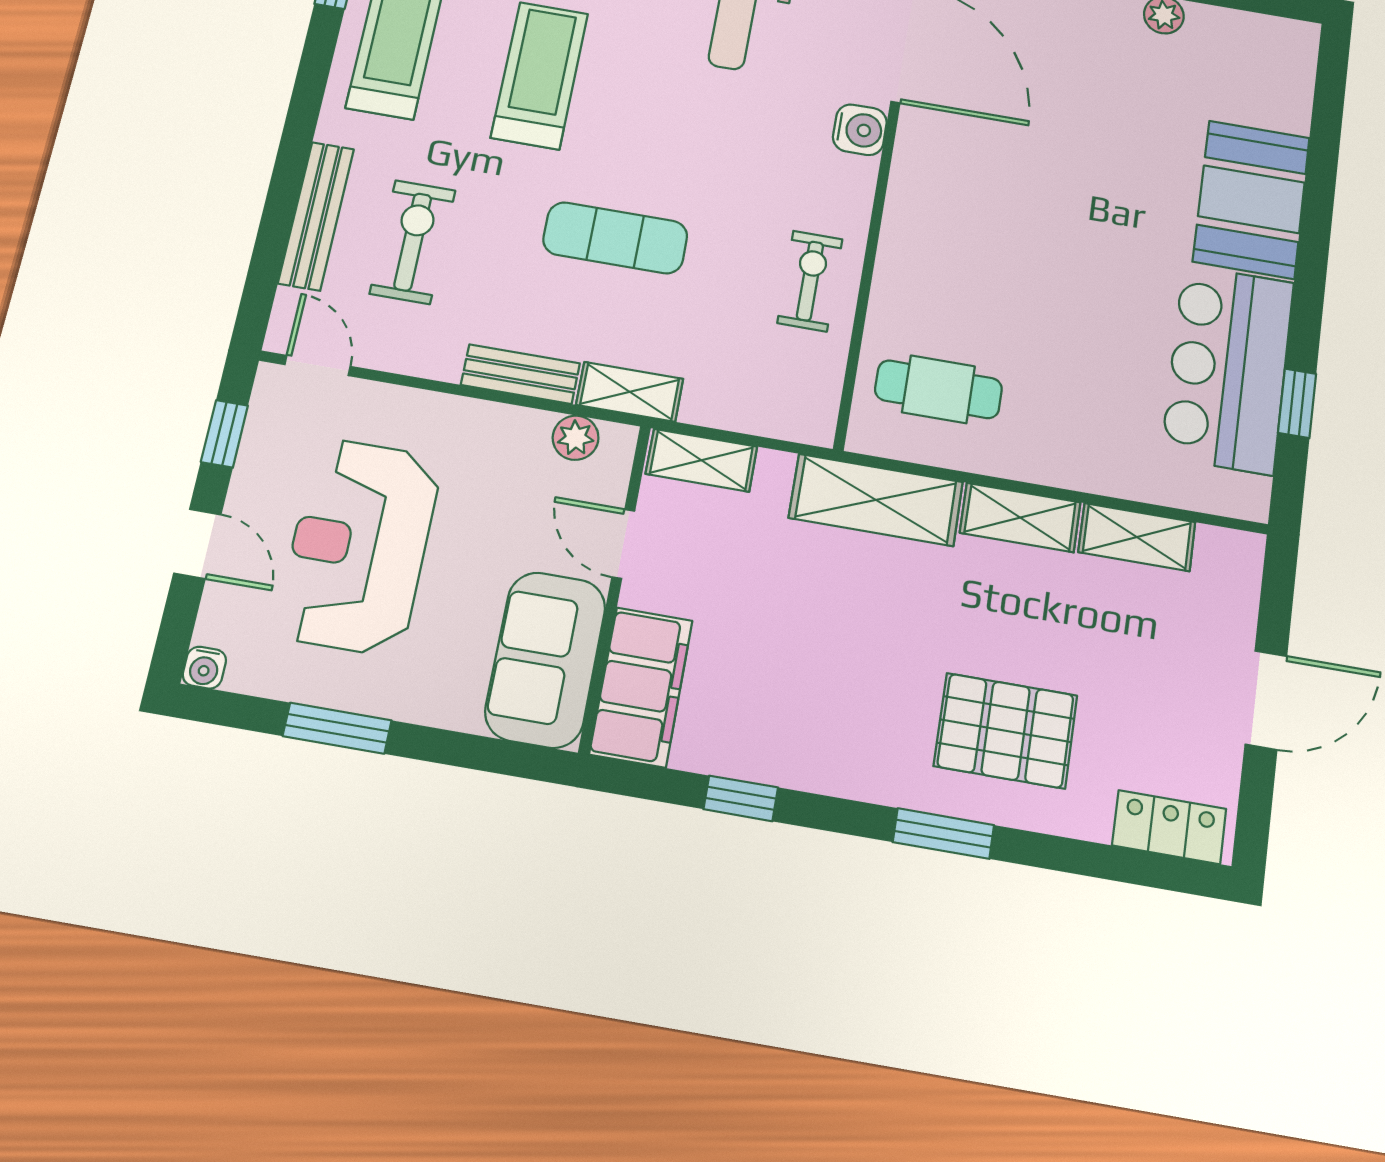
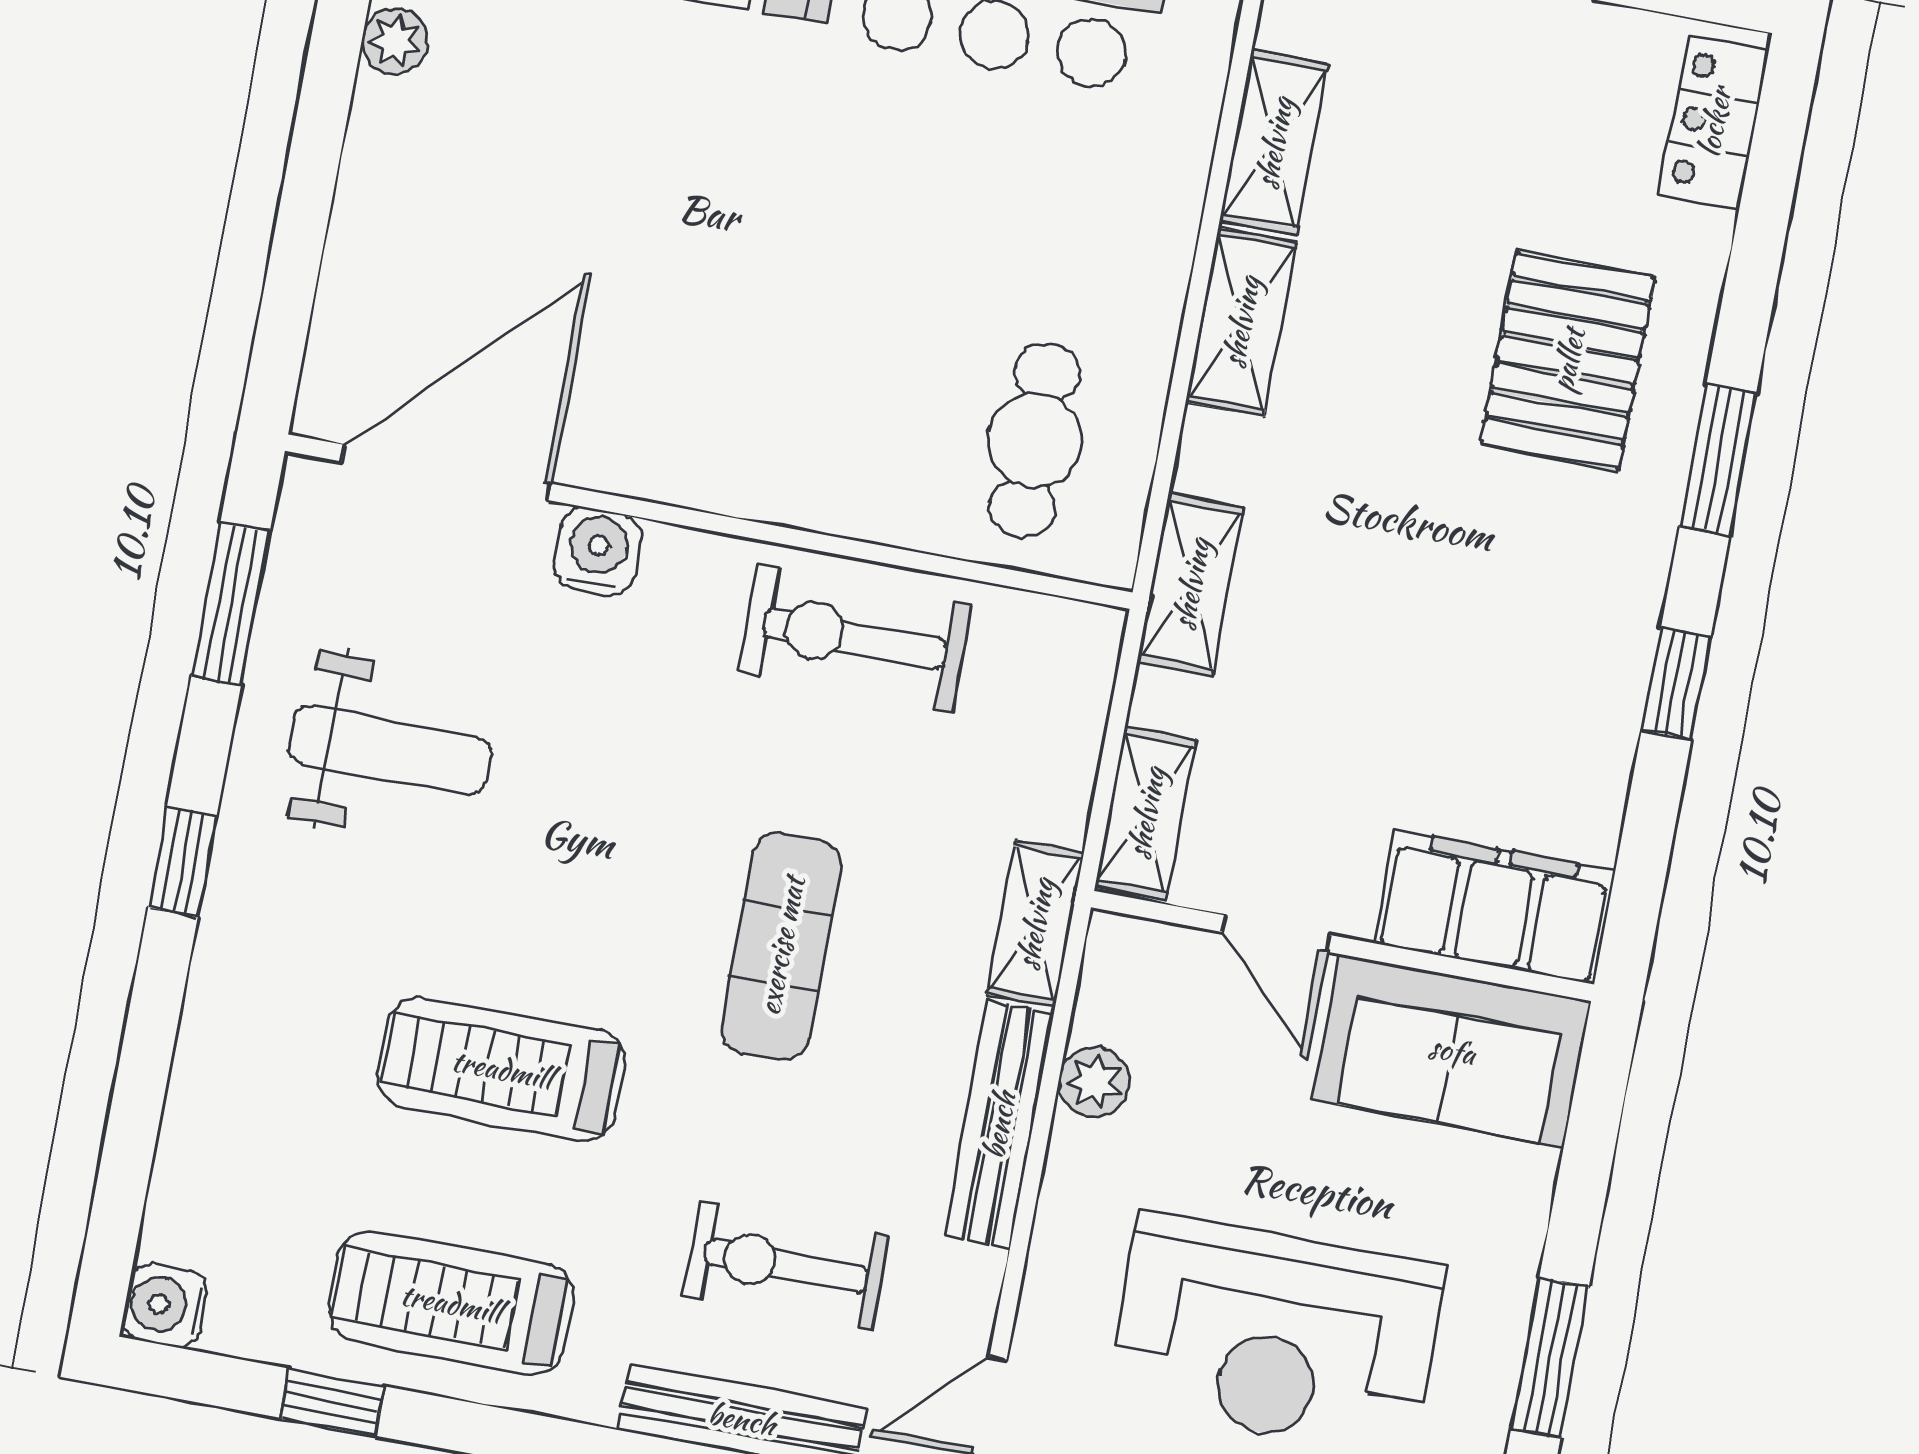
exercise bike: (810, 281) -> (855, 638), width x1.38, depth x1.39
bench: (520, 374) -> (999, 1125), width x1.36
plant: (576, 438) -> (1094, 1082), moved
shelving: (876, 500) -> (1191, 584), width x0.67, depth x0.75
door: (623, 544) -> (1276, 933), hinge flipped
window: (741, 798) -> (1676, 684), moved

